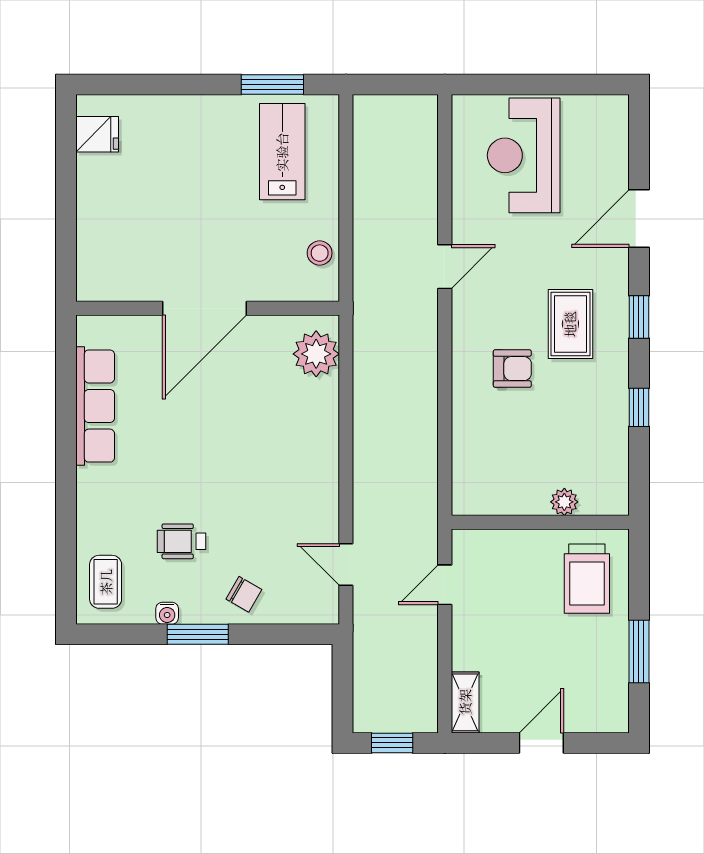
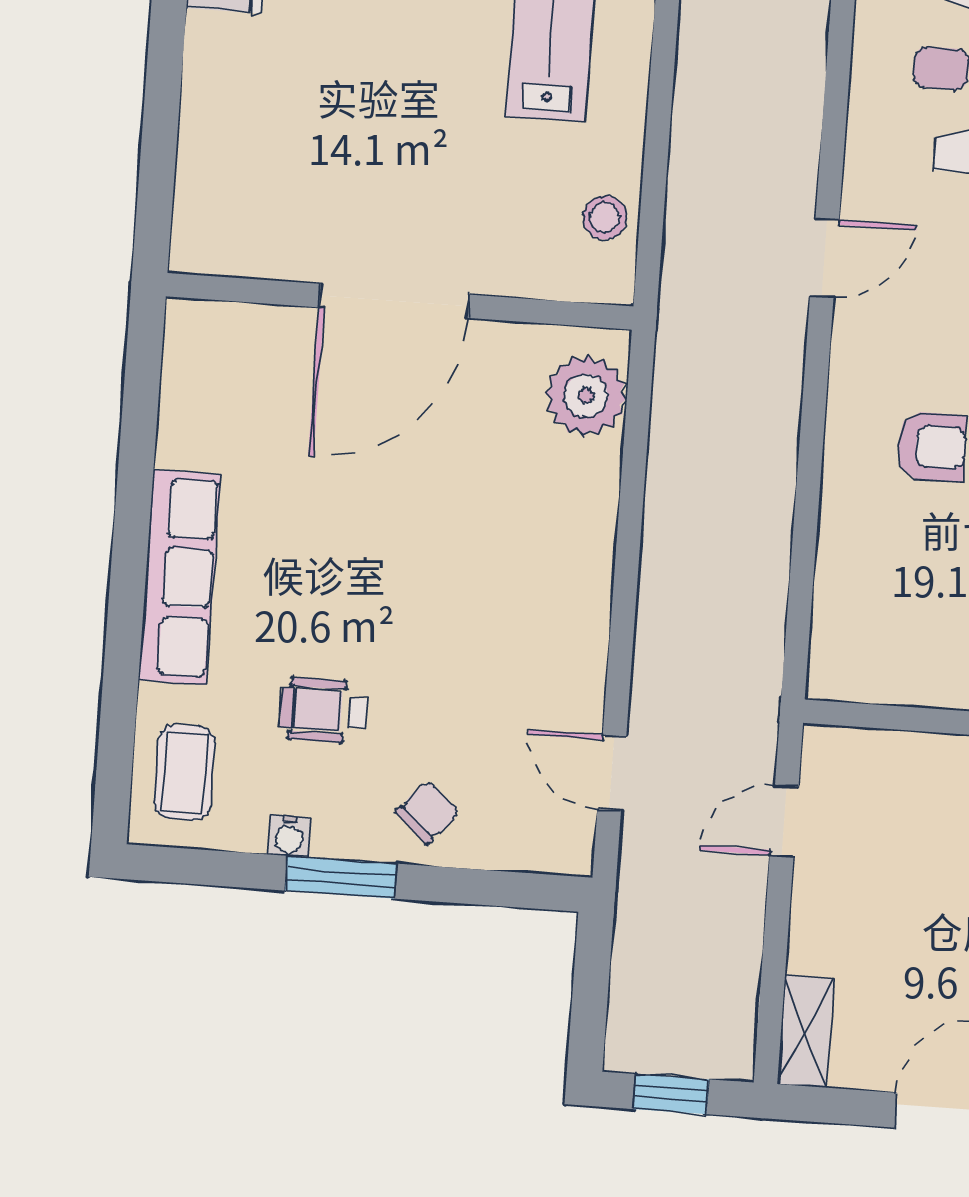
row of seats: (95, 406) -> (180, 577), moved
chair: (244, 594) -> (427, 812), turned -78

